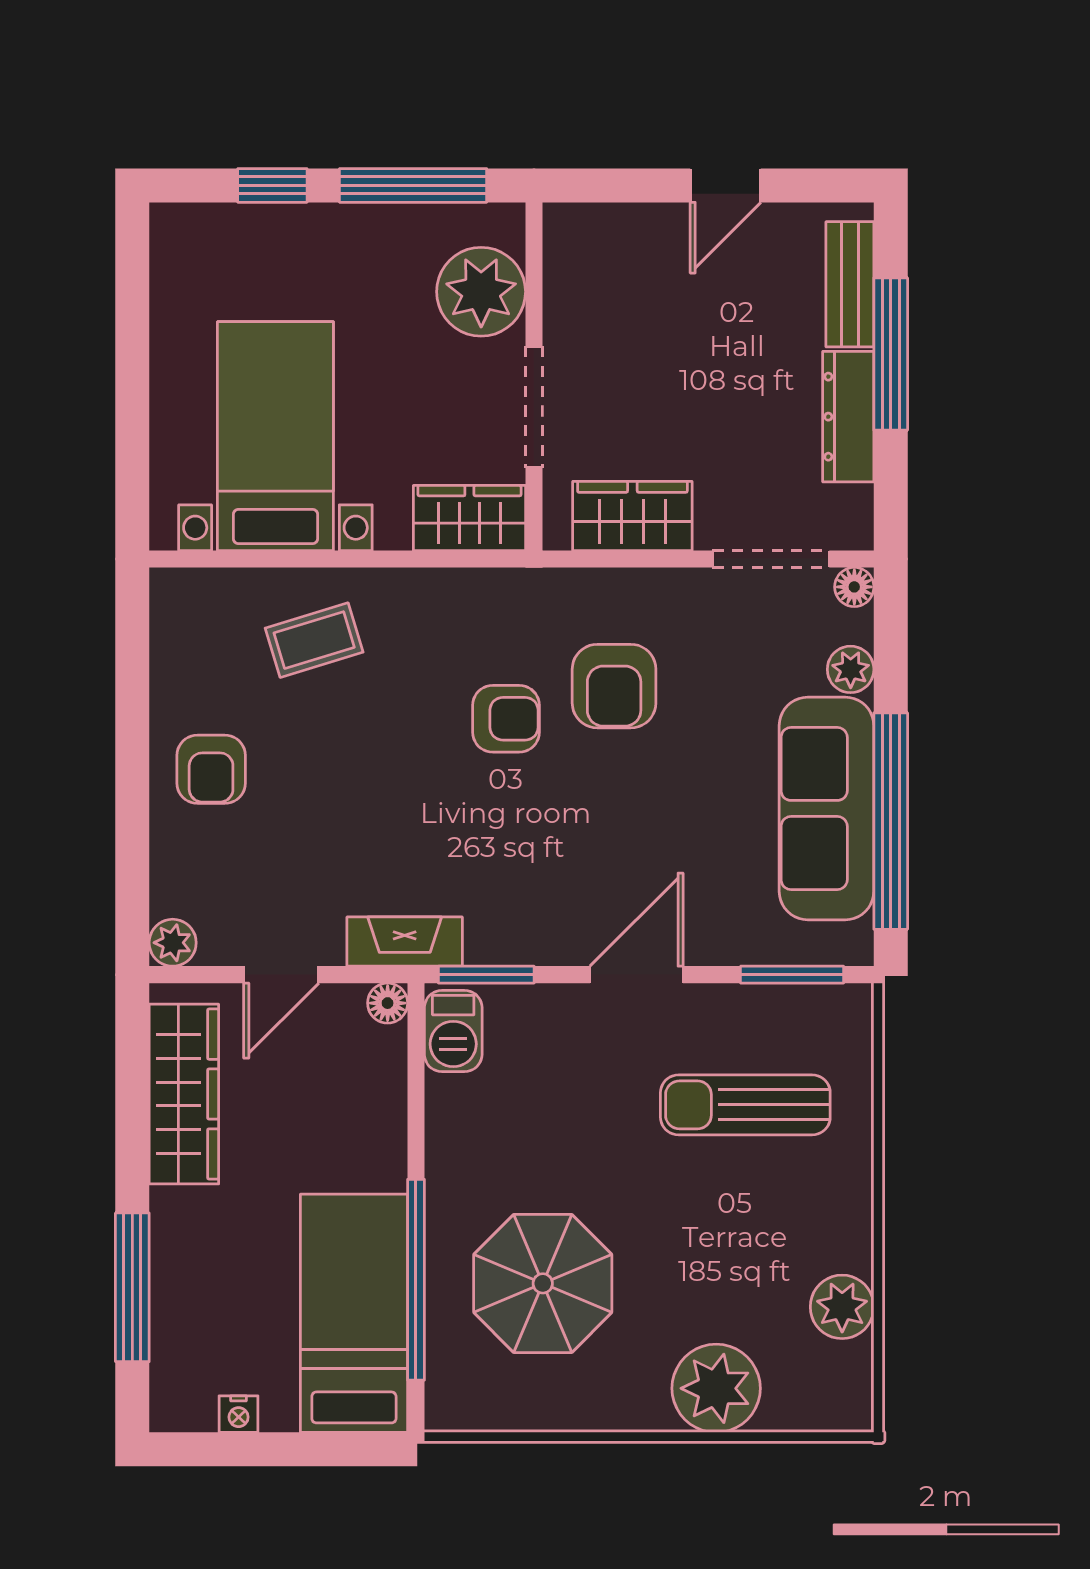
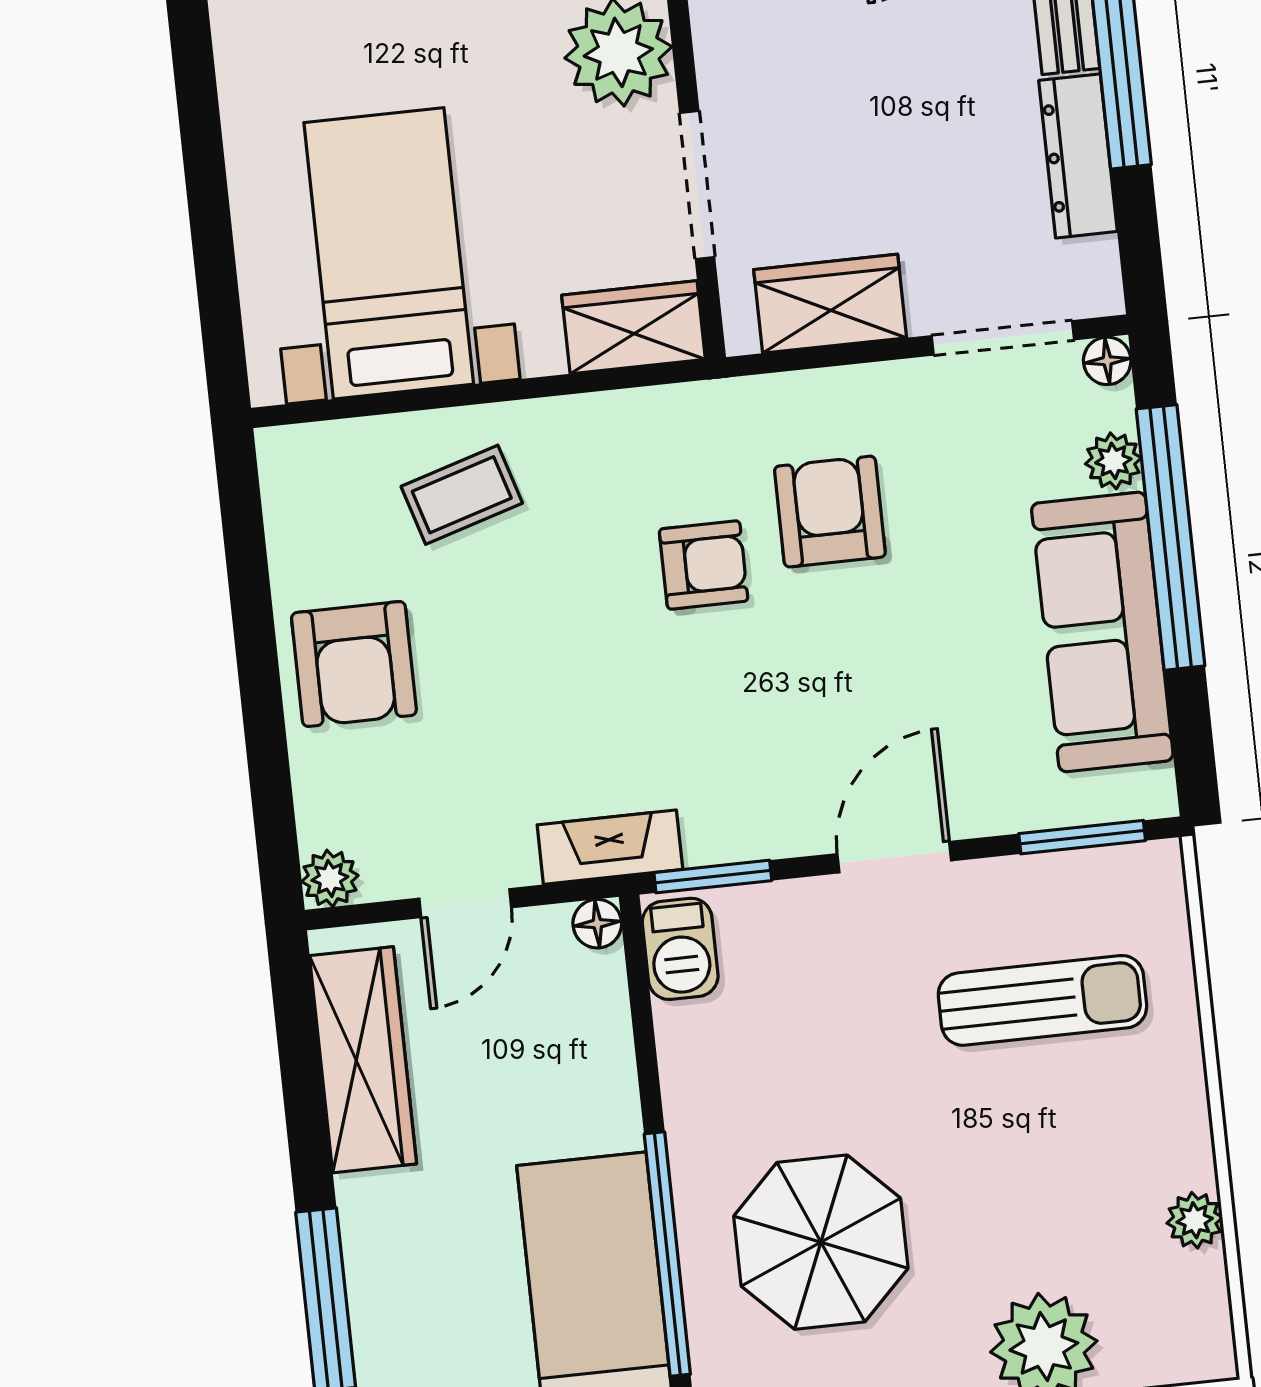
armchair: (614, 686) -> (830, 512), turned 180
armchair: (211, 769) -> (354, 664), width x1.38, depth x1.38
window: (891, 821) -> (1171, 537), moved
sun lounger: (745, 1105) -> (1042, 1000), turned 180
plant: (842, 1307) -> (1195, 1220), width x0.73, depth x0.73

